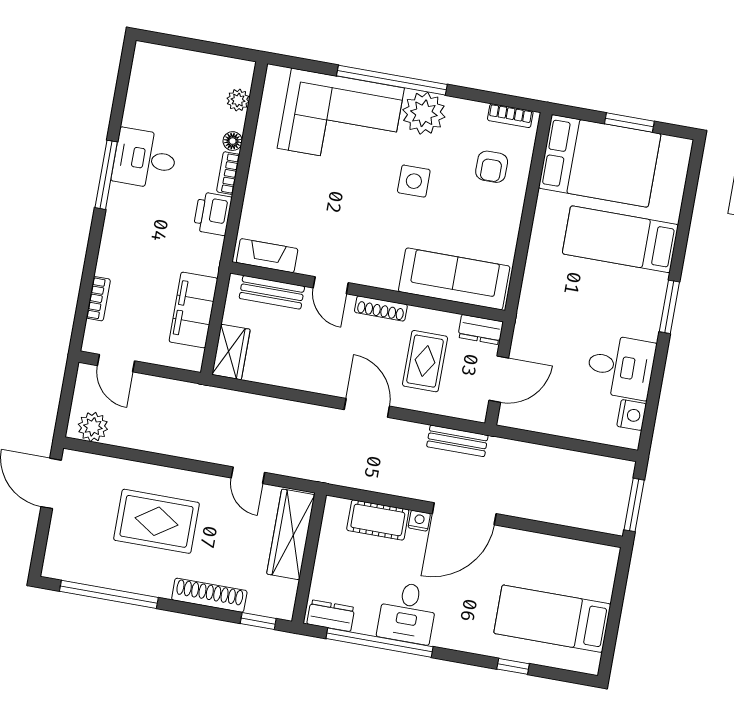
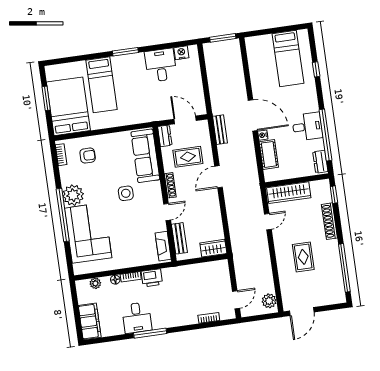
side table: (414, 181) -> (126, 193), moved
filing cabinet: (193, 310) -> (90, 321), moved, turned -90
rug: (156, 521) -> (303, 257), width x0.73, depth x0.70

